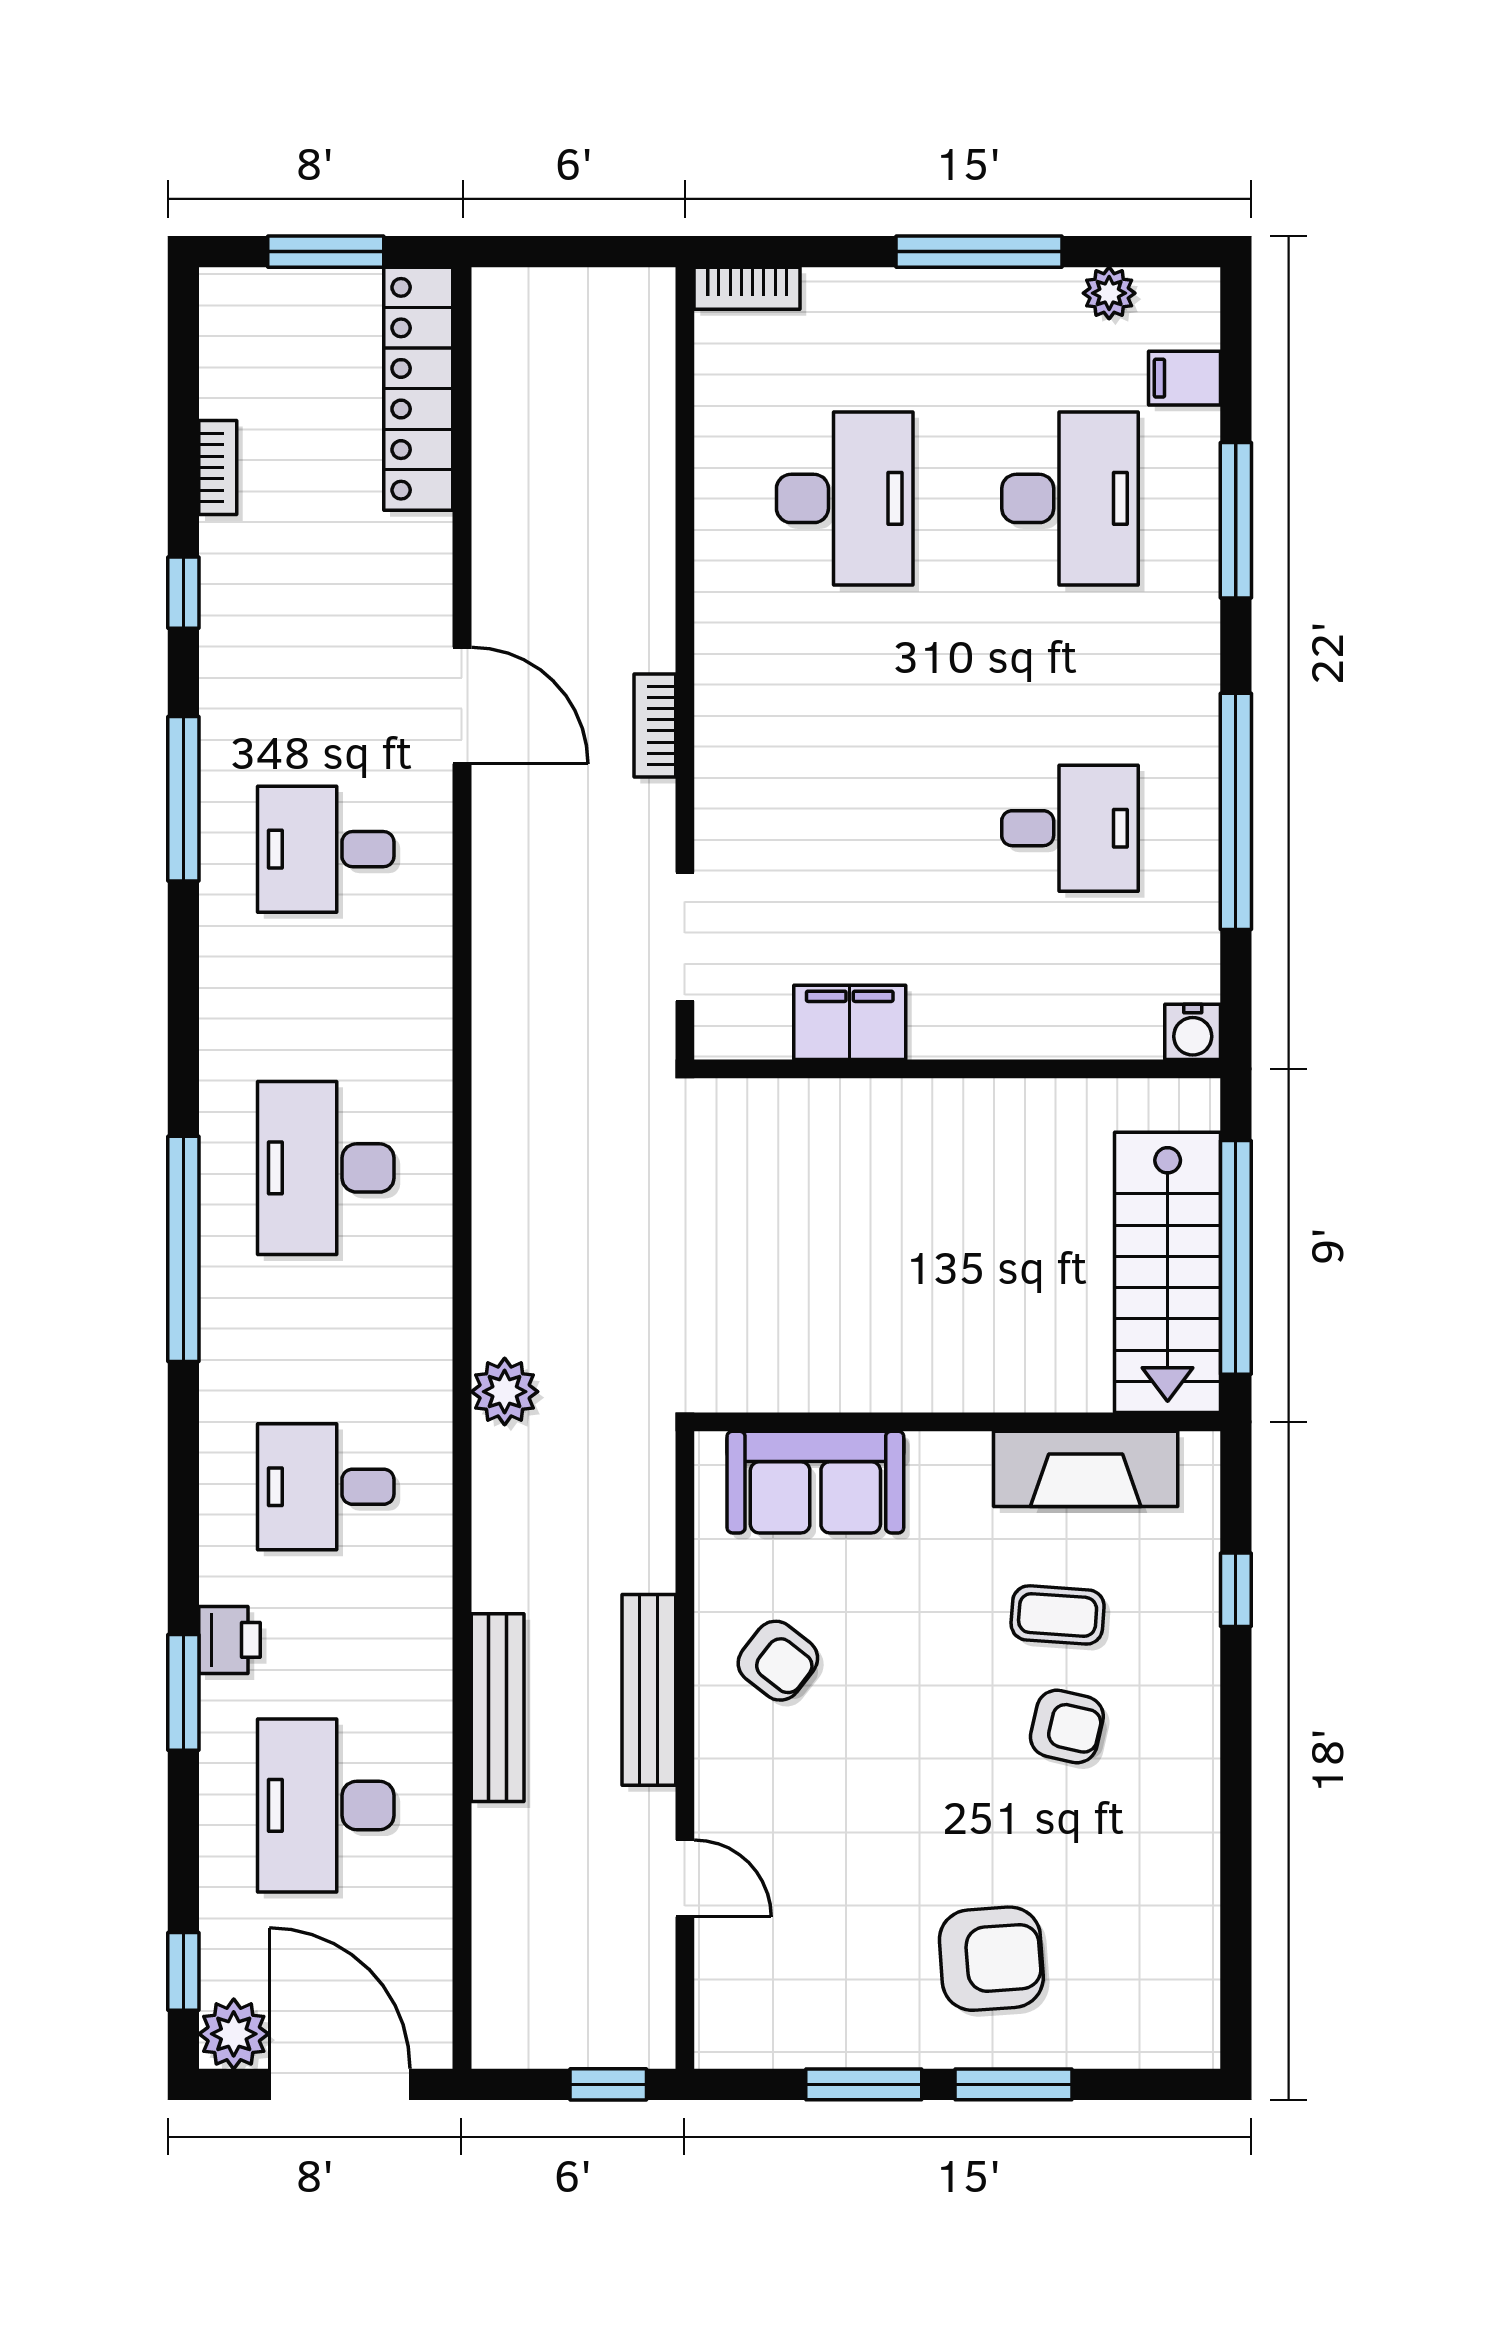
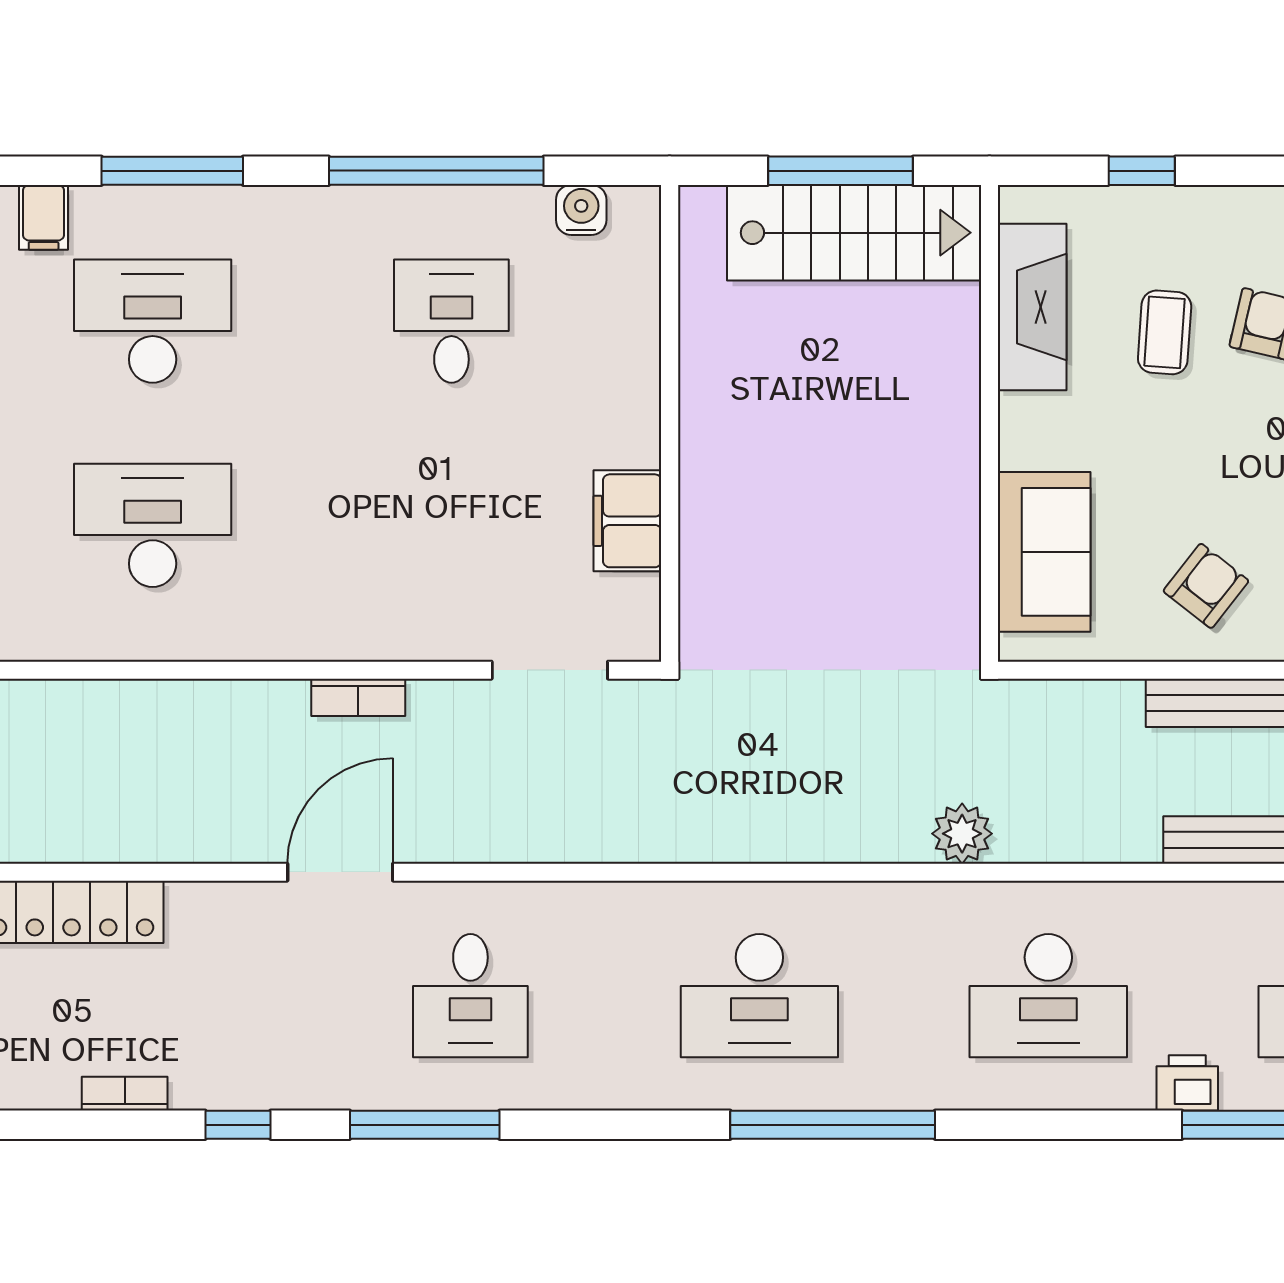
water cooler: (1193, 1032) -> (581, 210), moved, turned -90
window: (1236, 1257) -> (840, 171), width x0.68
desk: (326, 1487) -> (1048, 996), width x1.37

